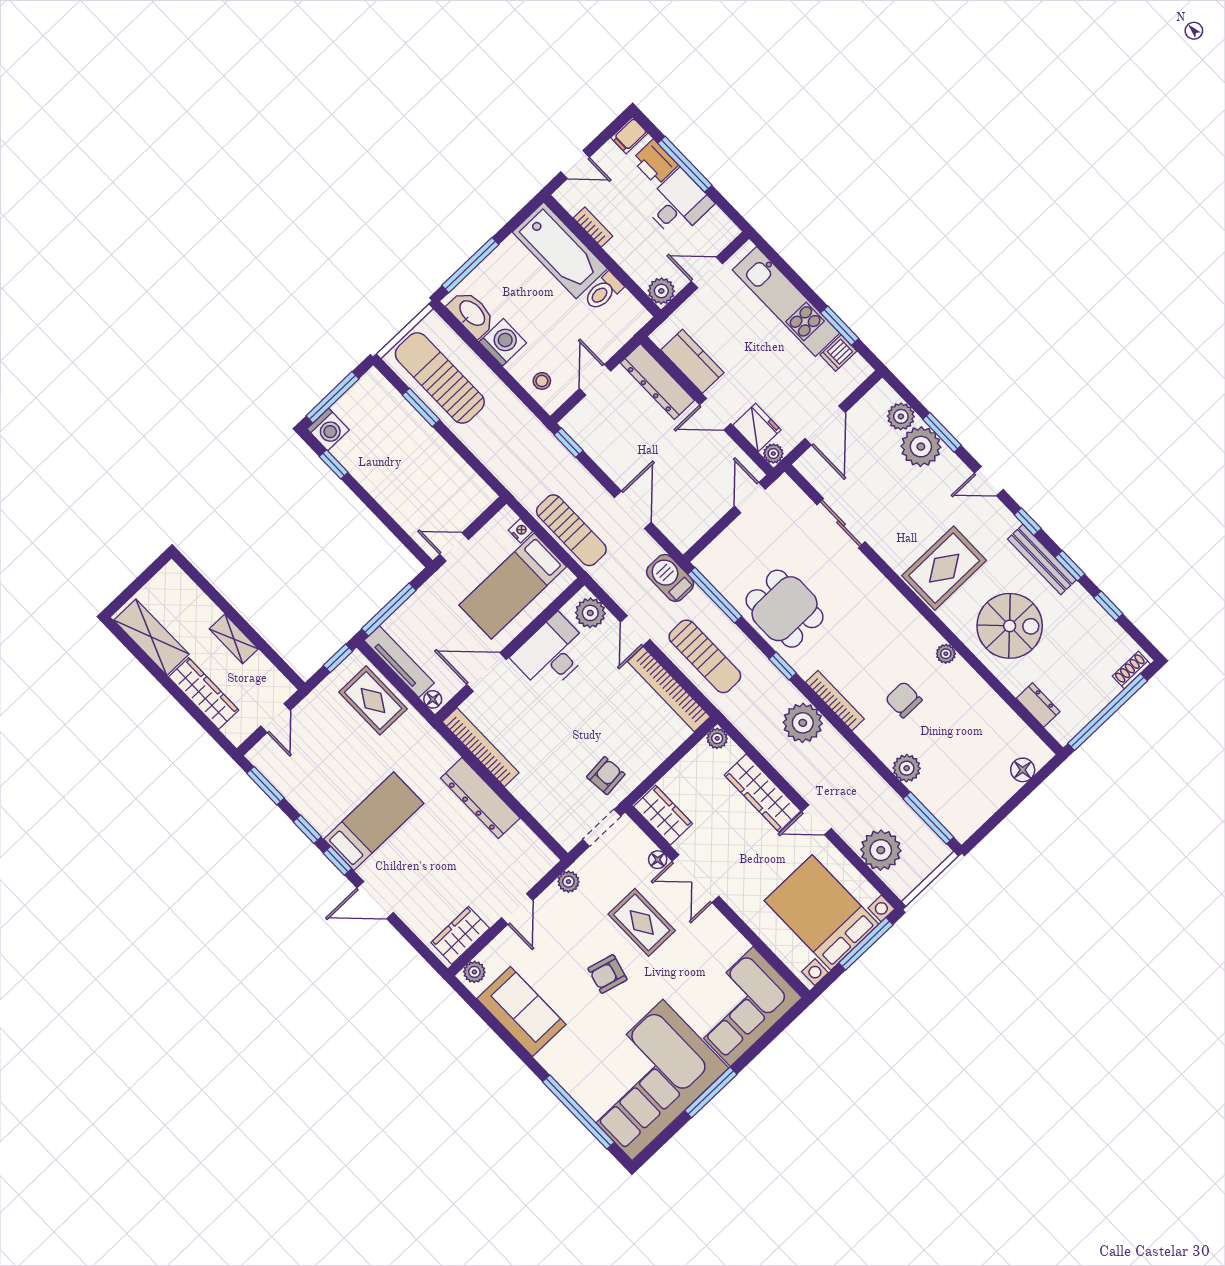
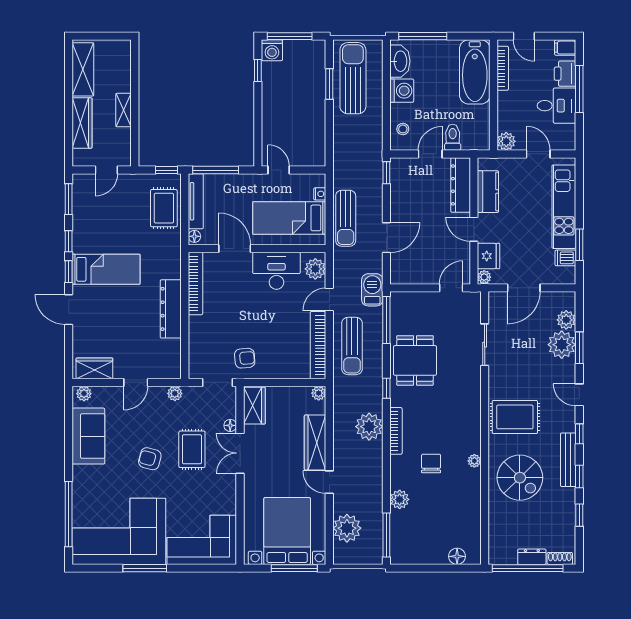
bookcase: (593, 227) -> (503, 68), width x1.56
toilet: (603, 292) -> (453, 137), moved, turned 90
dresser: (1038, 705) -> (532, 557), moved, turned -90

